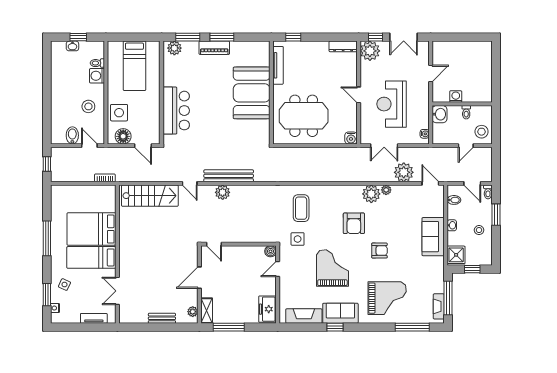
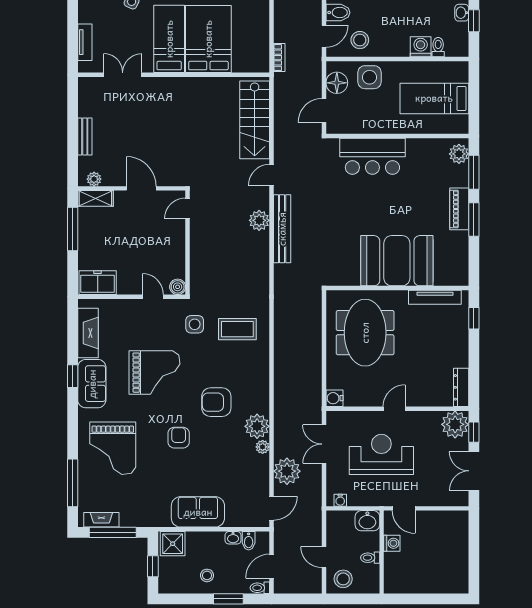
door: (431, 73) -> (404, 508), moved
stool: (88, 106) -> (360, 40), moved
washbasin: (452, 225) -> (233, 538), moved
armchair: (379, 251) -> (179, 438), turned 180

